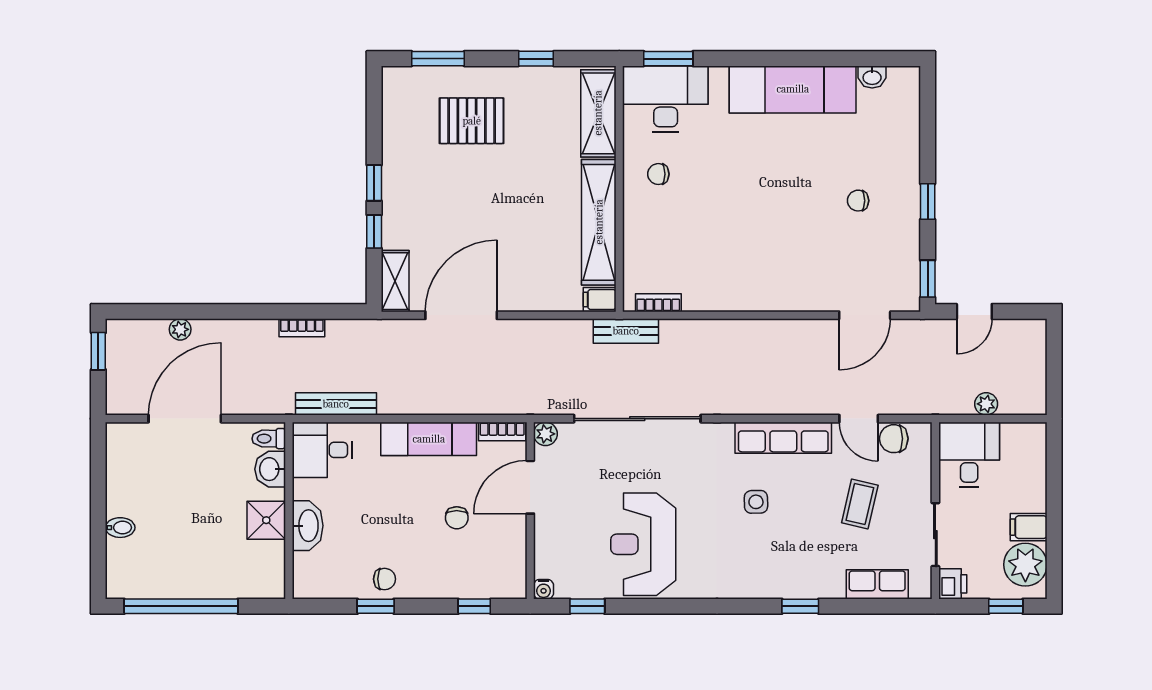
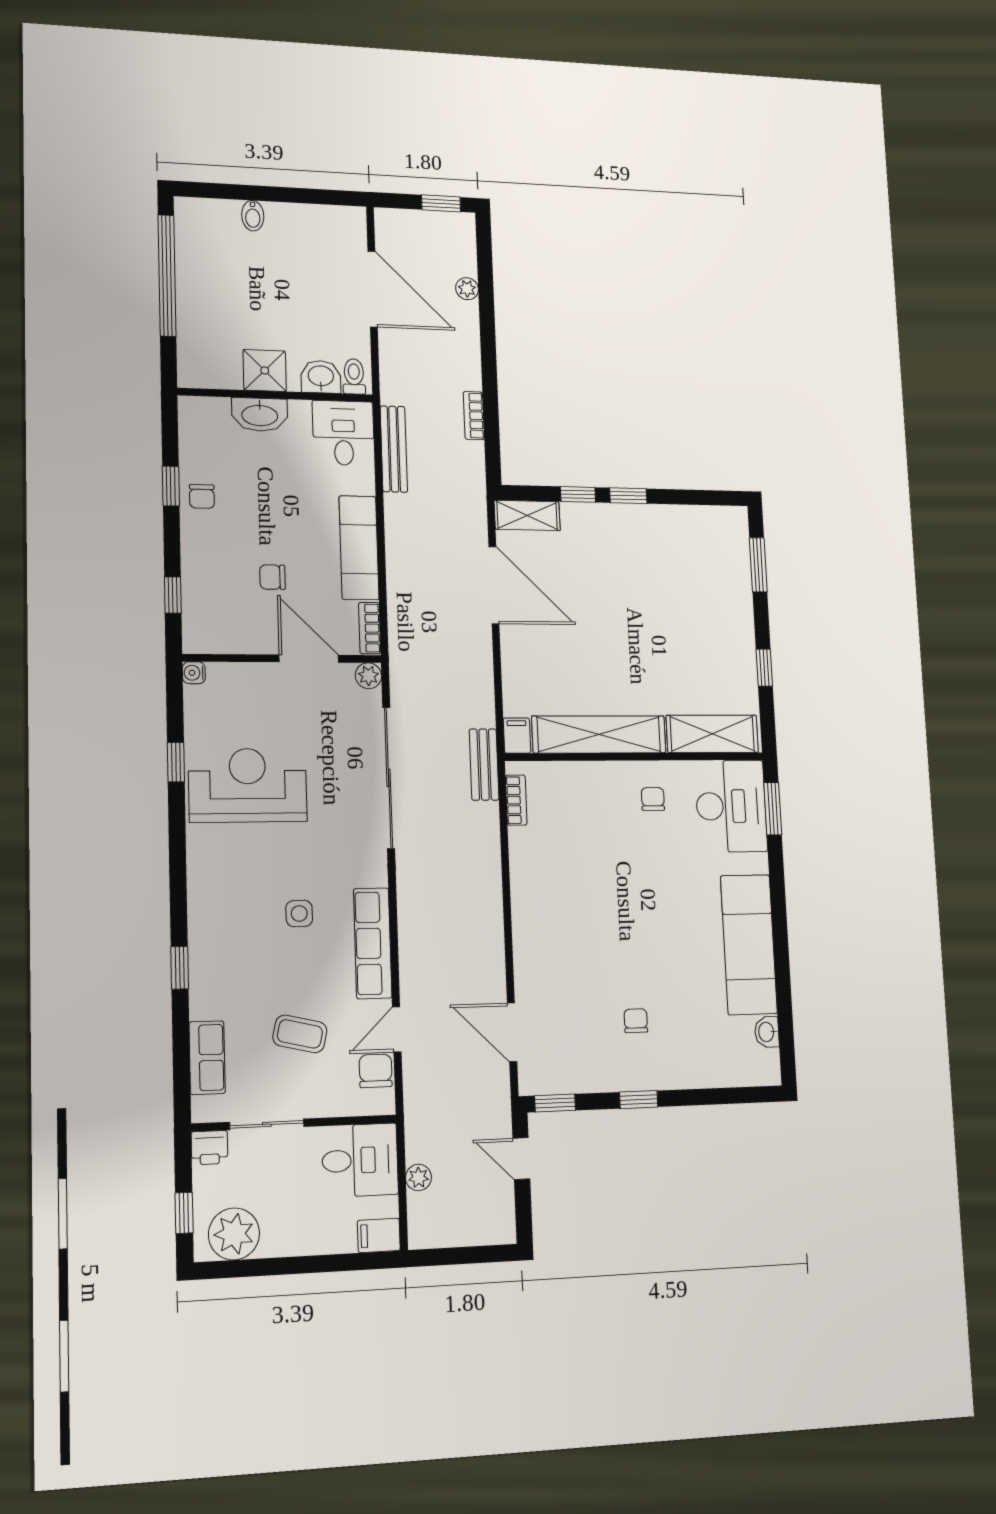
pallet: (472, 121) -> (697, 599), removed
filing cabinet: (1029, 527) -> (379, 1235), moved, turned -90
window: (587, 606) -> (176, 762), moved

